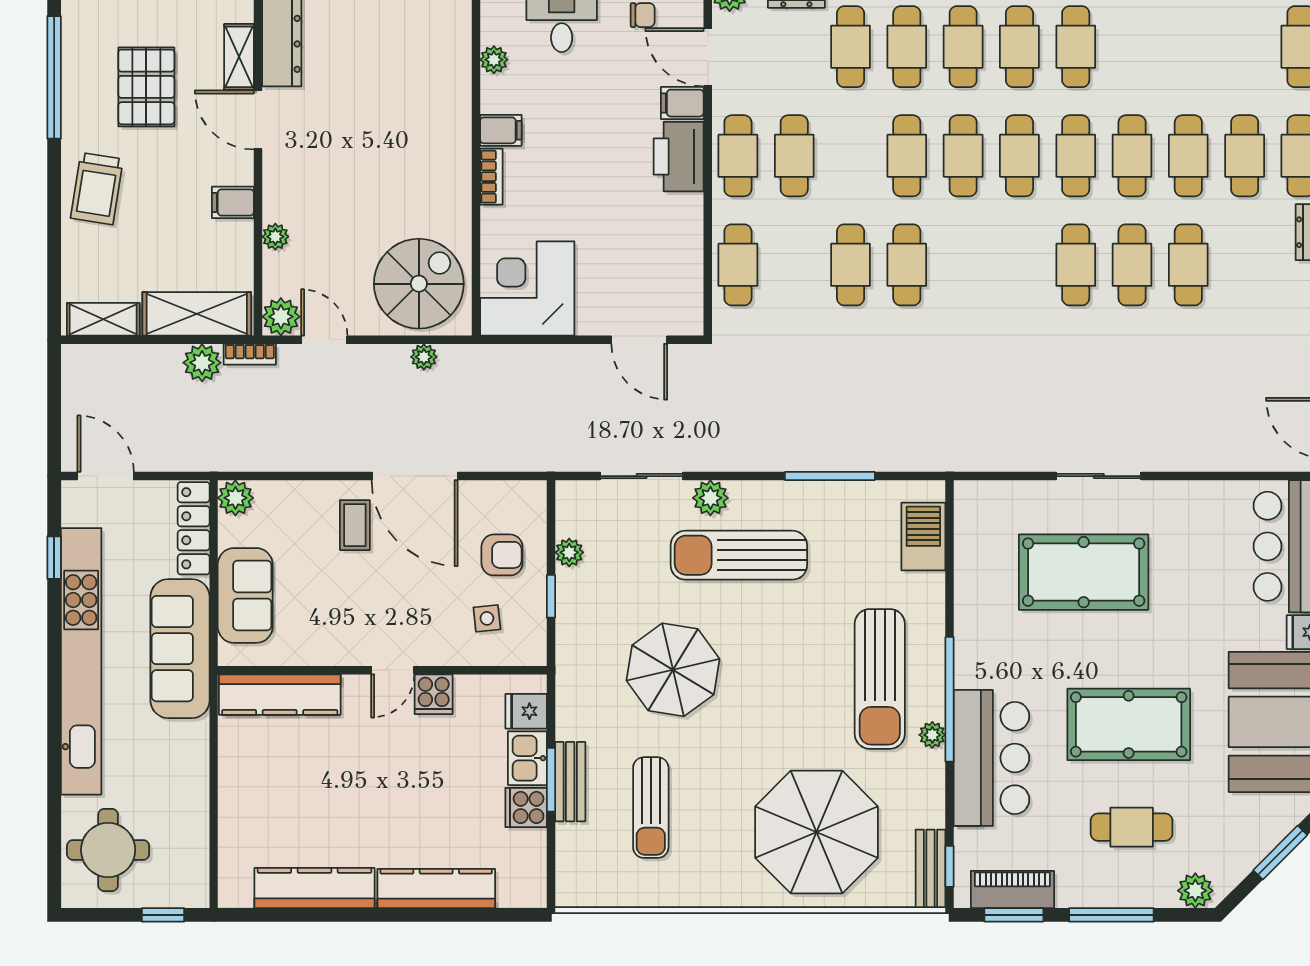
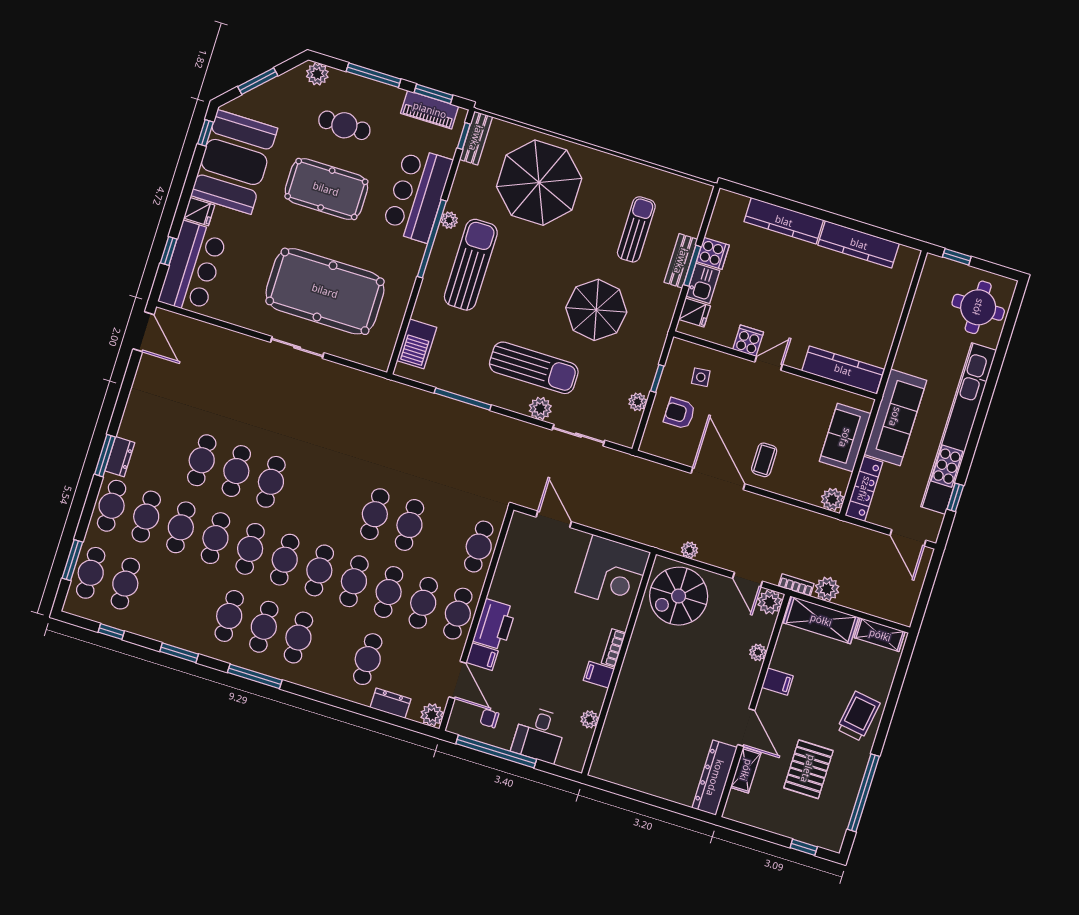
cafe table: (907, 47) -> (389, 592), moved
cafe table: (1245, 47) -> (125, 584), added
pool table: (1084, 572) -> (325, 291), width x1.36, depth x1.32

